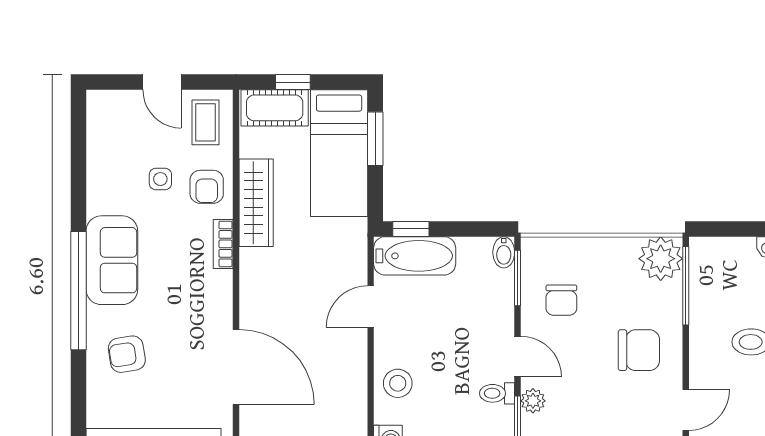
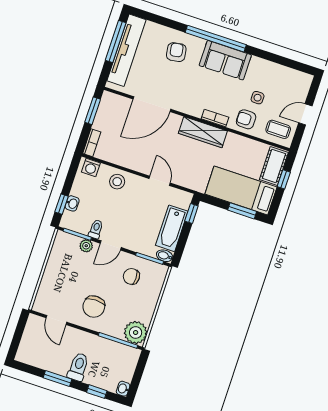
wardrobe: (256, 203) -> (203, 132), moved
bathtub: (415, 256) -> (172, 228), moved

